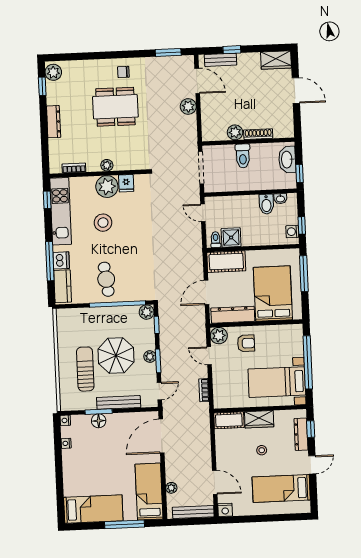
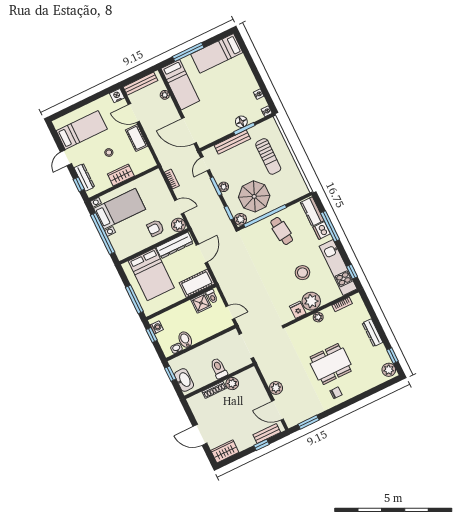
parasol: (116, 356) -> (254, 196), moved
cot: (229, 420) -> (137, 138), moved, turned 90
door: (161, 436) -> (189, 131), swing flipped

